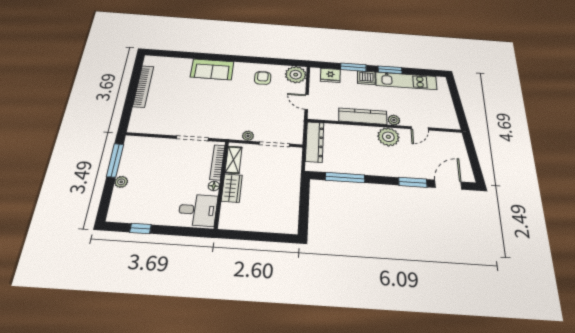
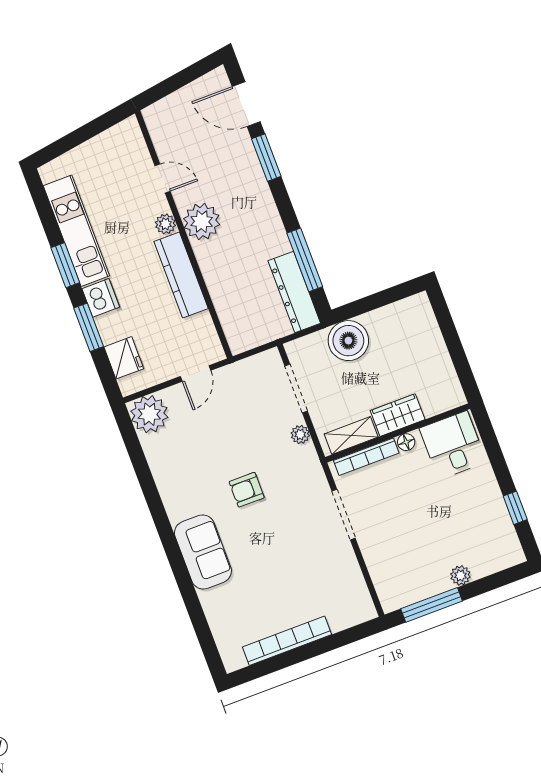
armchair: (263, 78) -> (247, 490), moved
dresser: (315, 142) -> (294, 292), moved, turned -90
boiler: (288, 181) -> (348, 341), added

